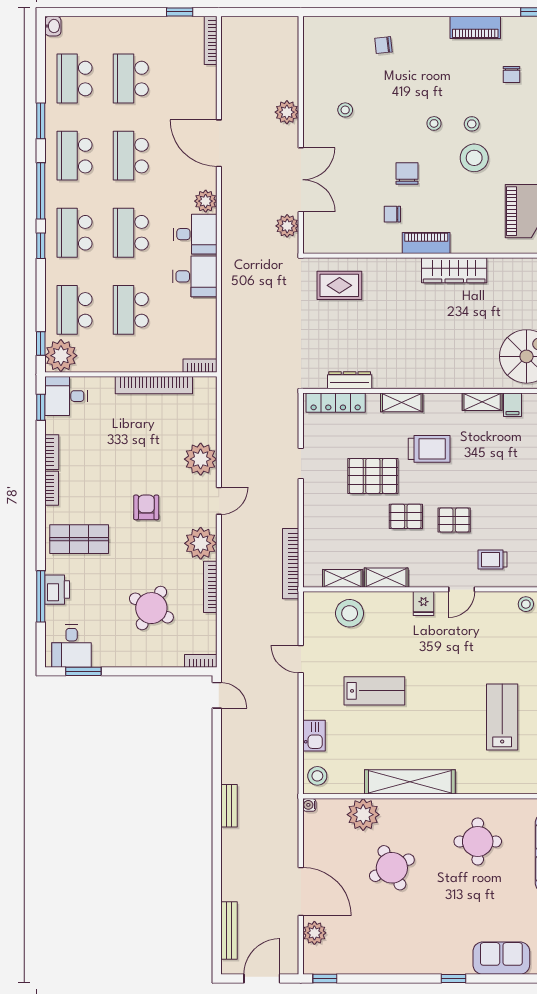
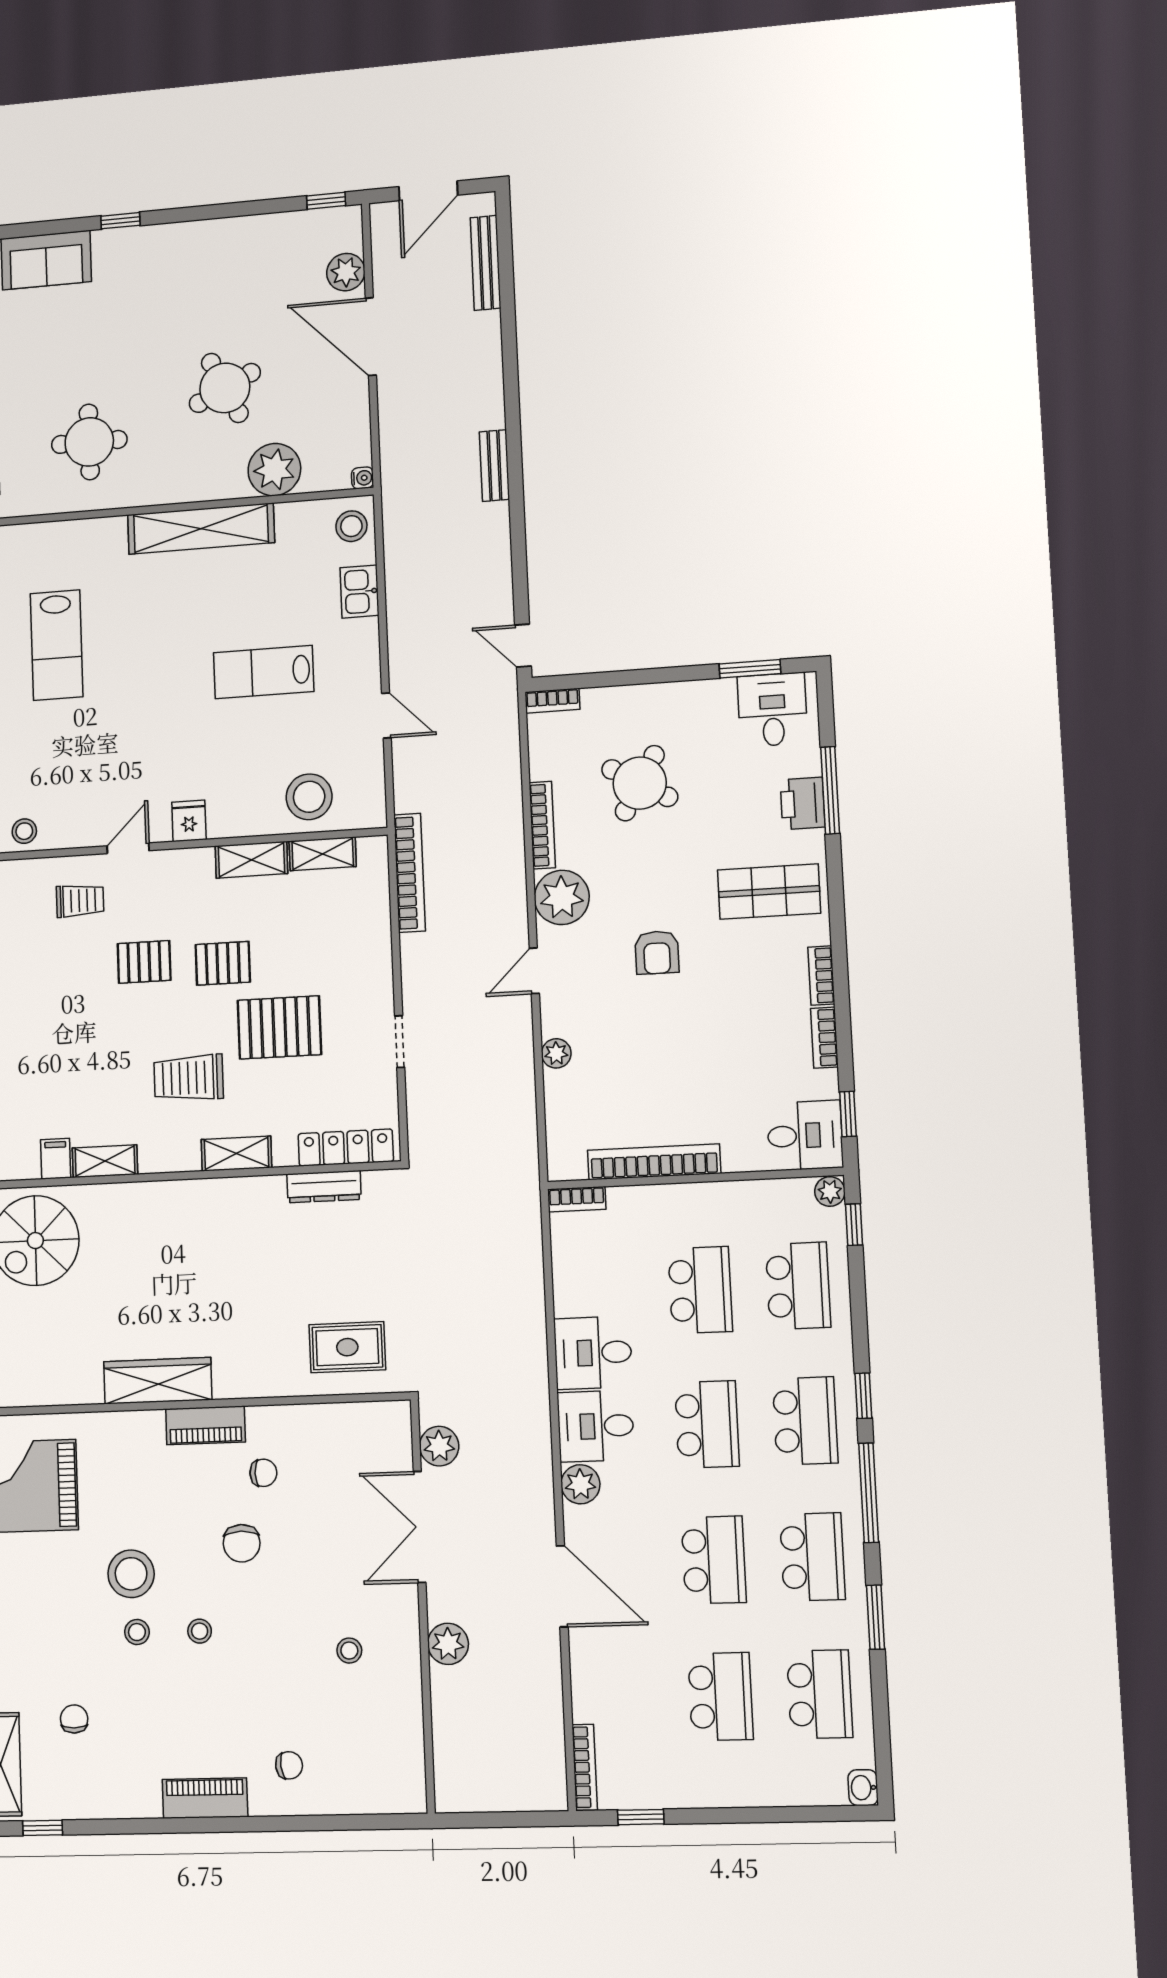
piano: (475, 27) -> (205, 1798), moved
plant: (61, 356) -> (830, 1191), width x0.53, depth x0.53
plant: (201, 459) -> (556, 1053), width x0.53, depth x0.53

